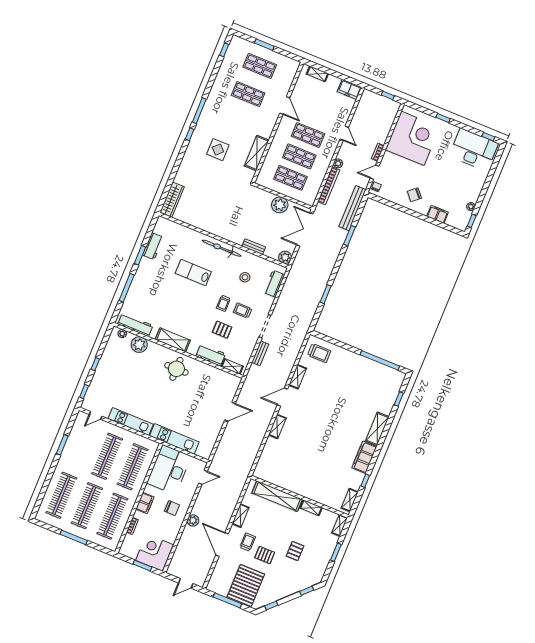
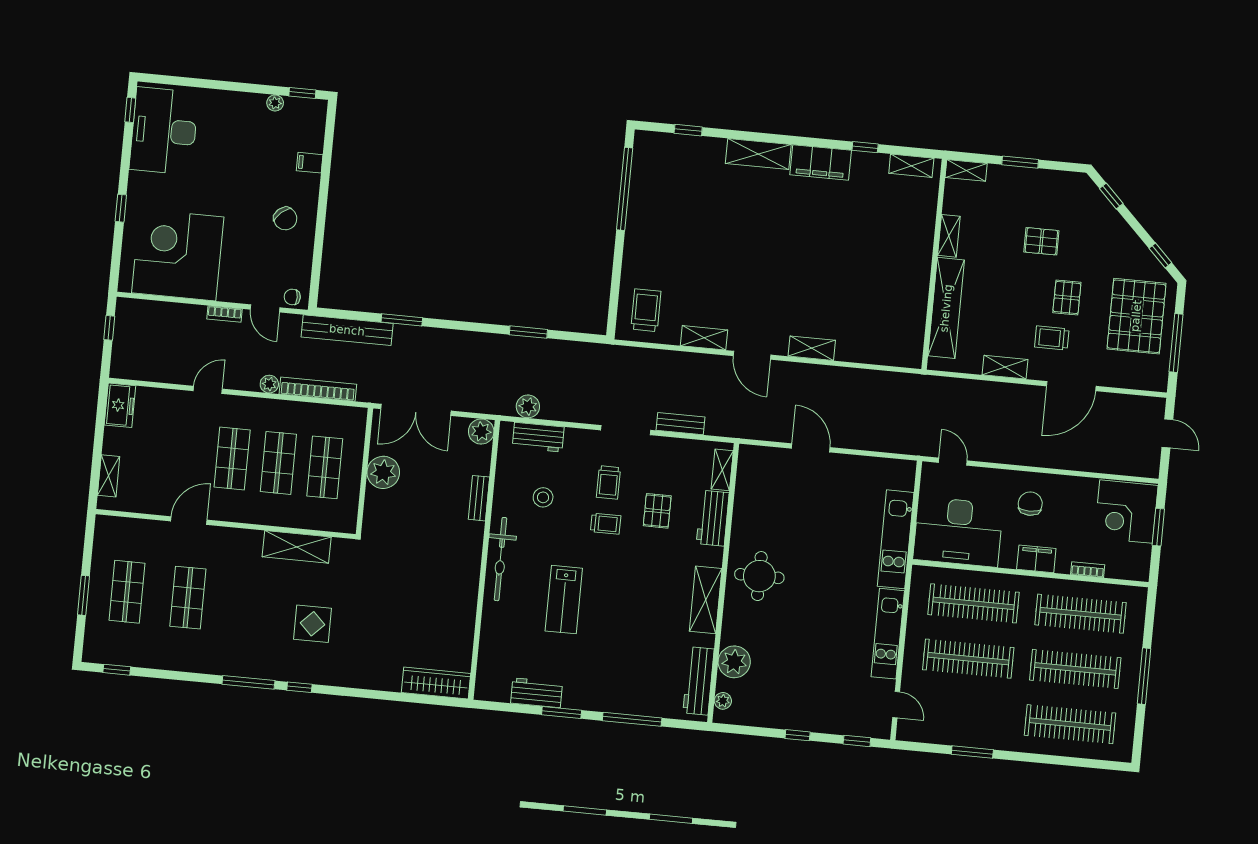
filing cabinet: (438, 214) -> (310, 163), width x0.50
plant: (193, 520) -> (528, 406), moved
pallet: (246, 585) -> (1136, 316), turned 90

